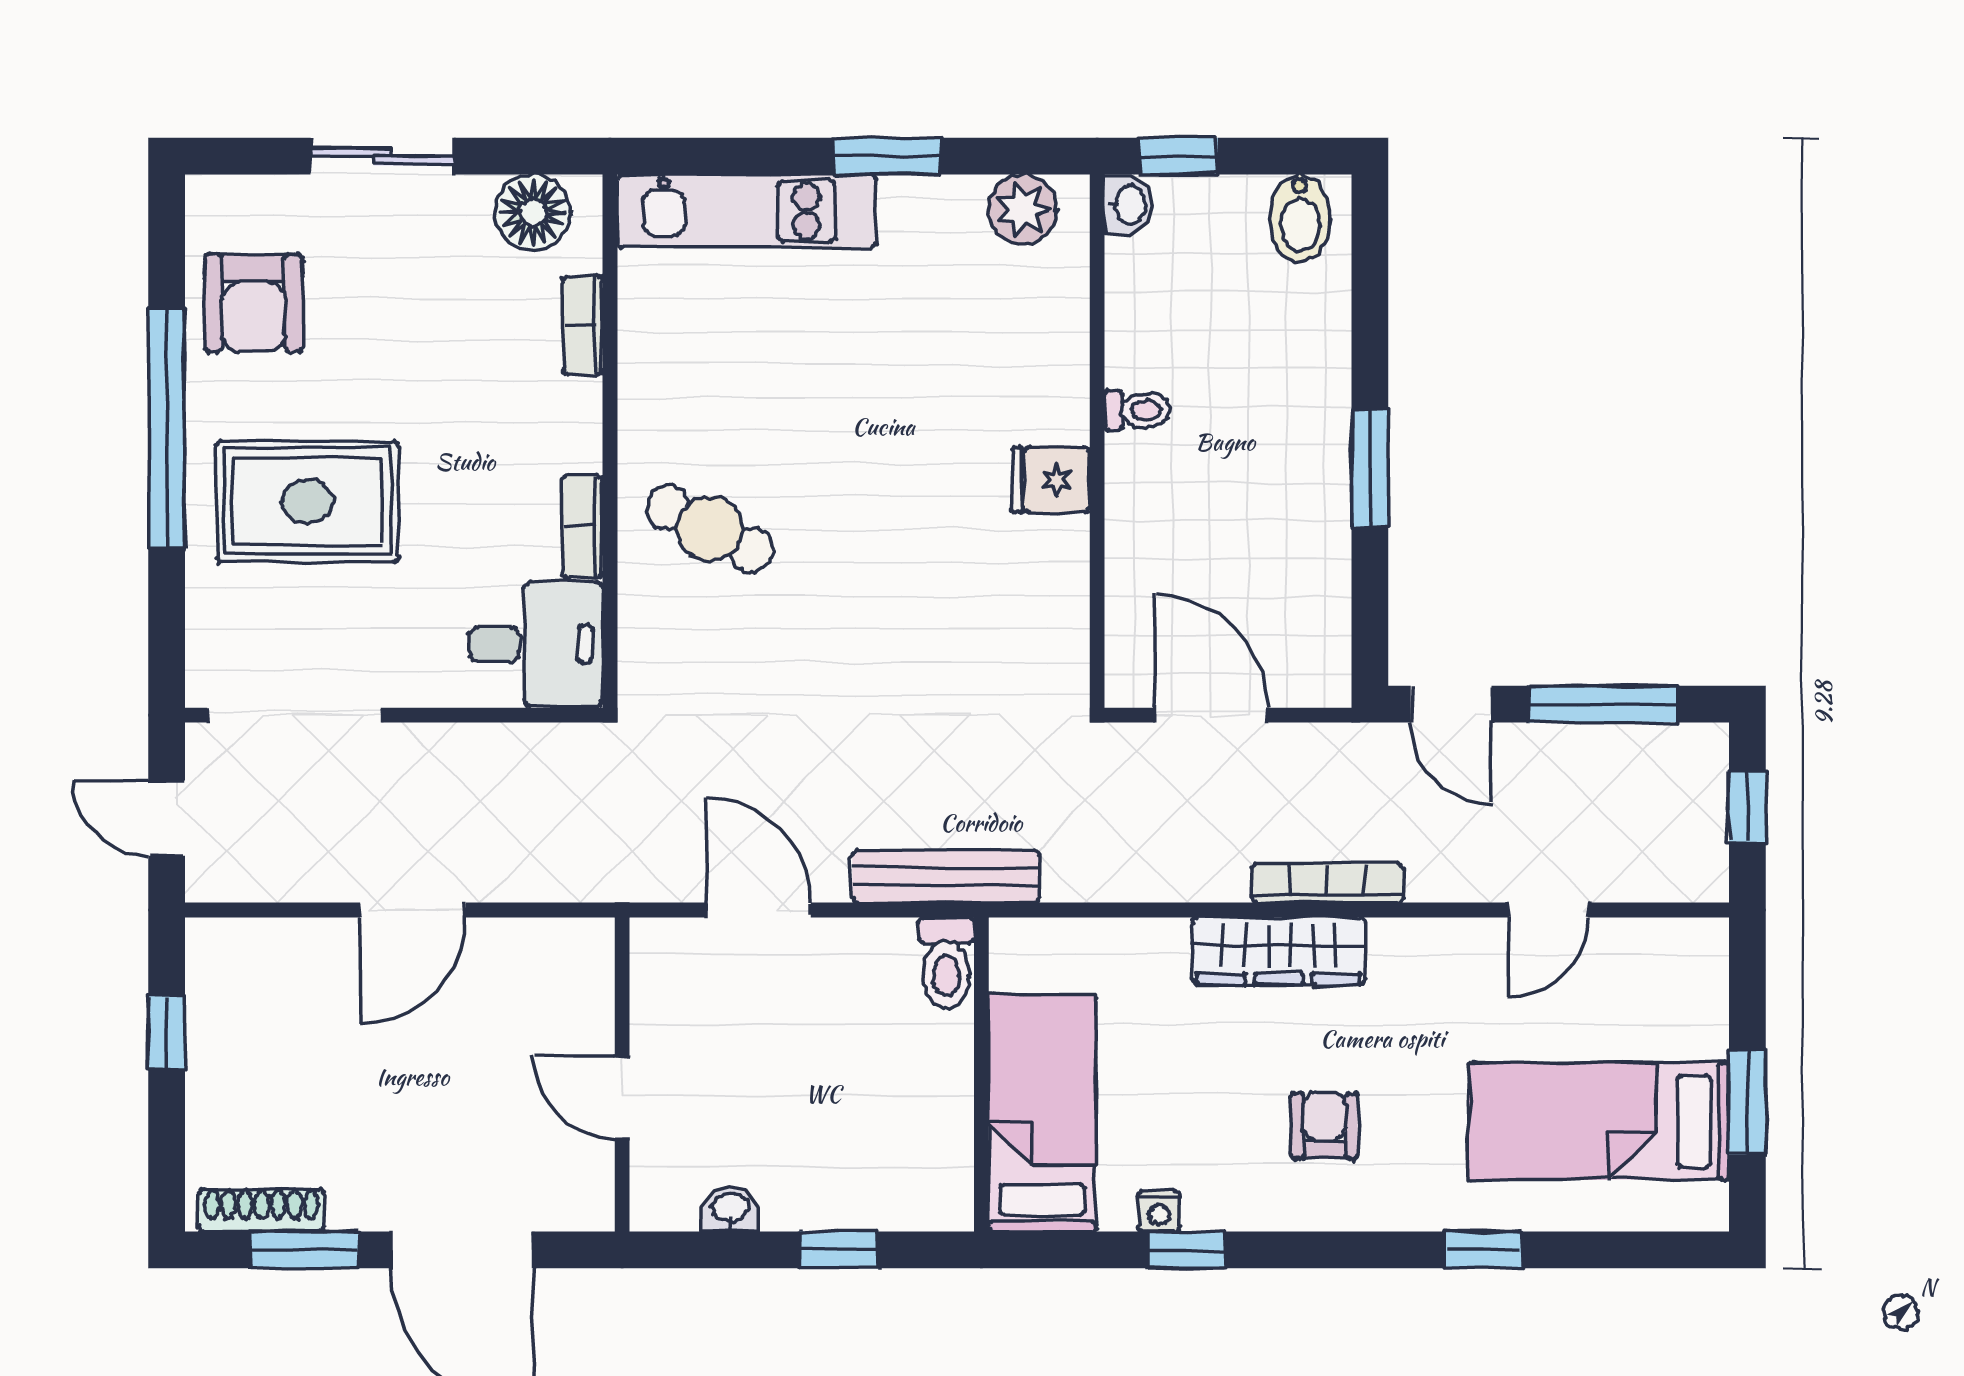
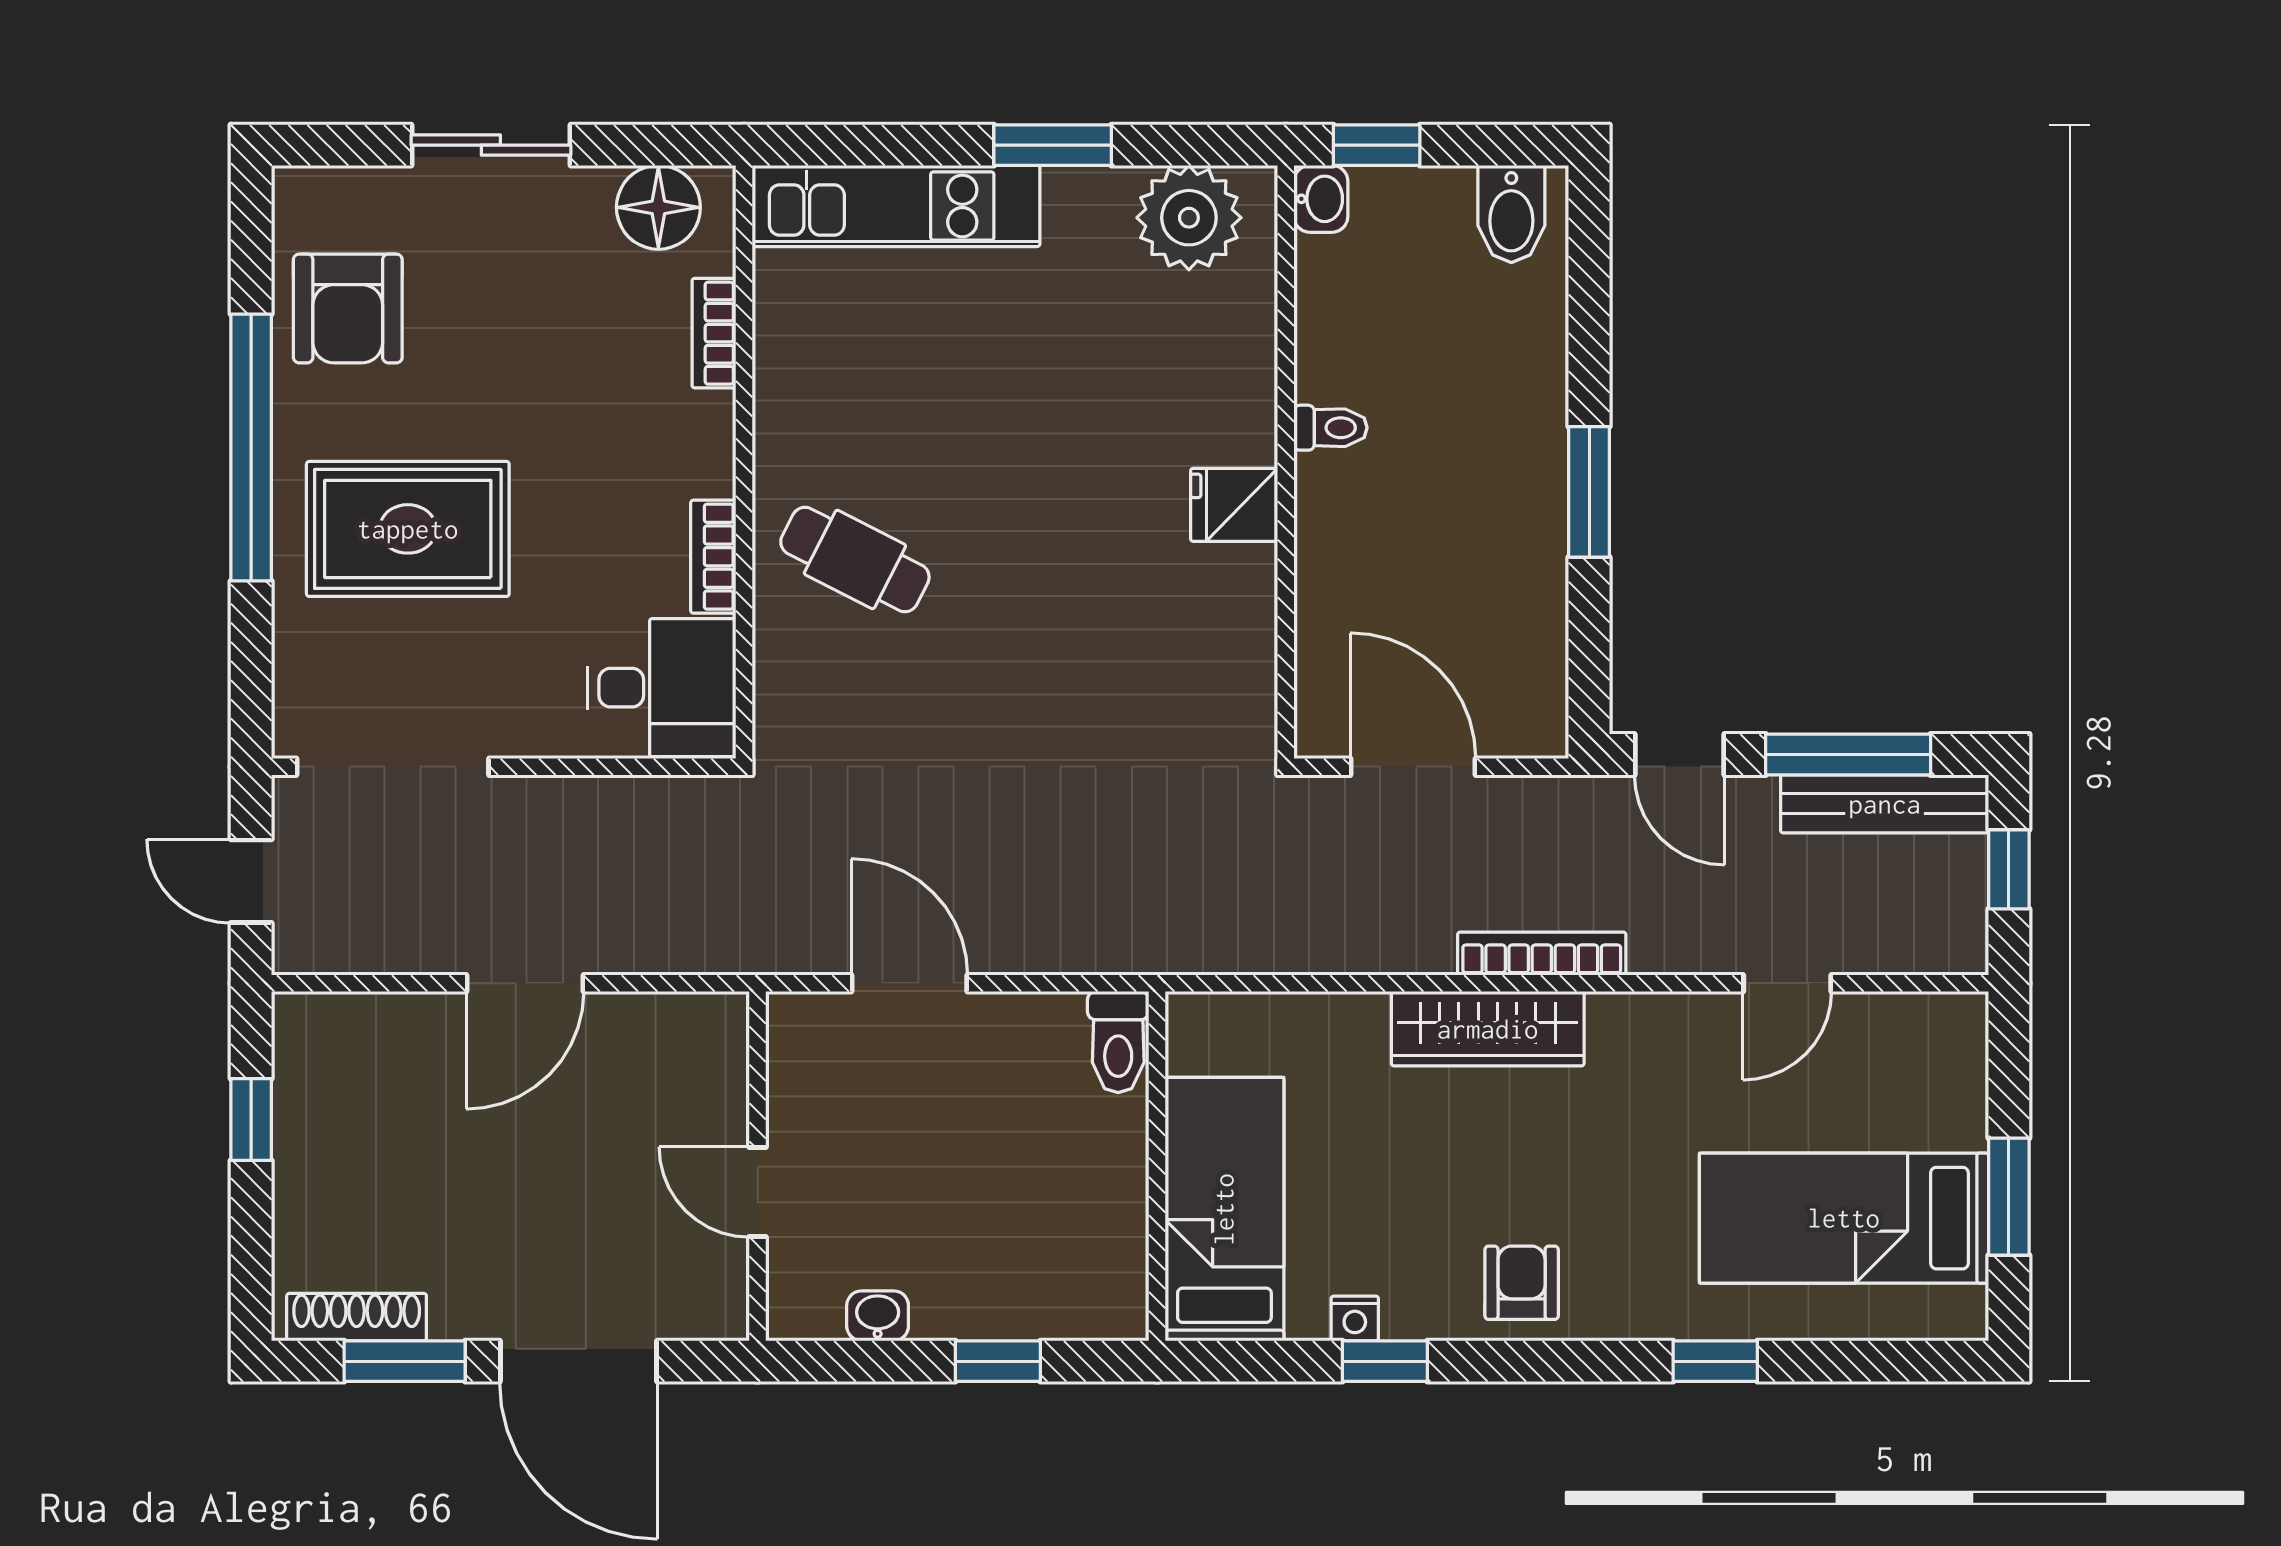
plant: (1023, 209) -> (1189, 218), width x1.36, depth x1.36
bench: (946, 877) -> (1885, 804), moved
armchair: (1325, 1126) -> (1522, 1283), moved

